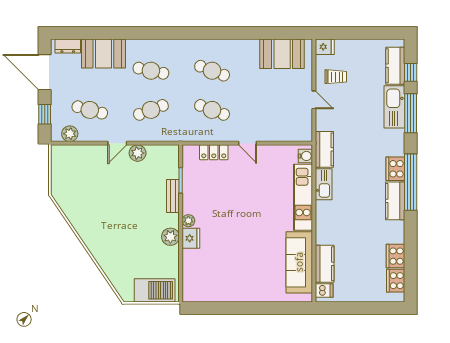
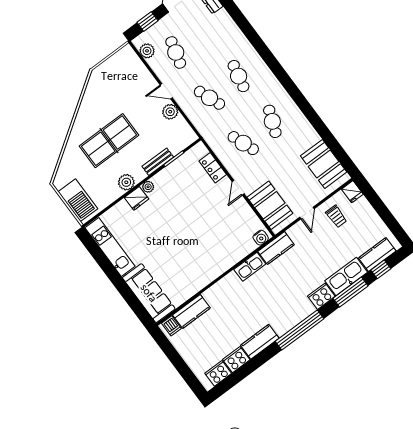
booth: (103, 54) -> (270, 205), moved
cafe table: (212, 110) -> (243, 143), turned -42
cooker: (395, 169) -> (321, 296), moved
kitchen unit: (303, 197) -> (110, 247), moved, turned 90
kitchen counter: (395, 201) -> (260, 342), moved
table tennis table: (123, 225) -> (109, 141), added
sofa: (299, 262) -> (149, 293), moved, turned 90

